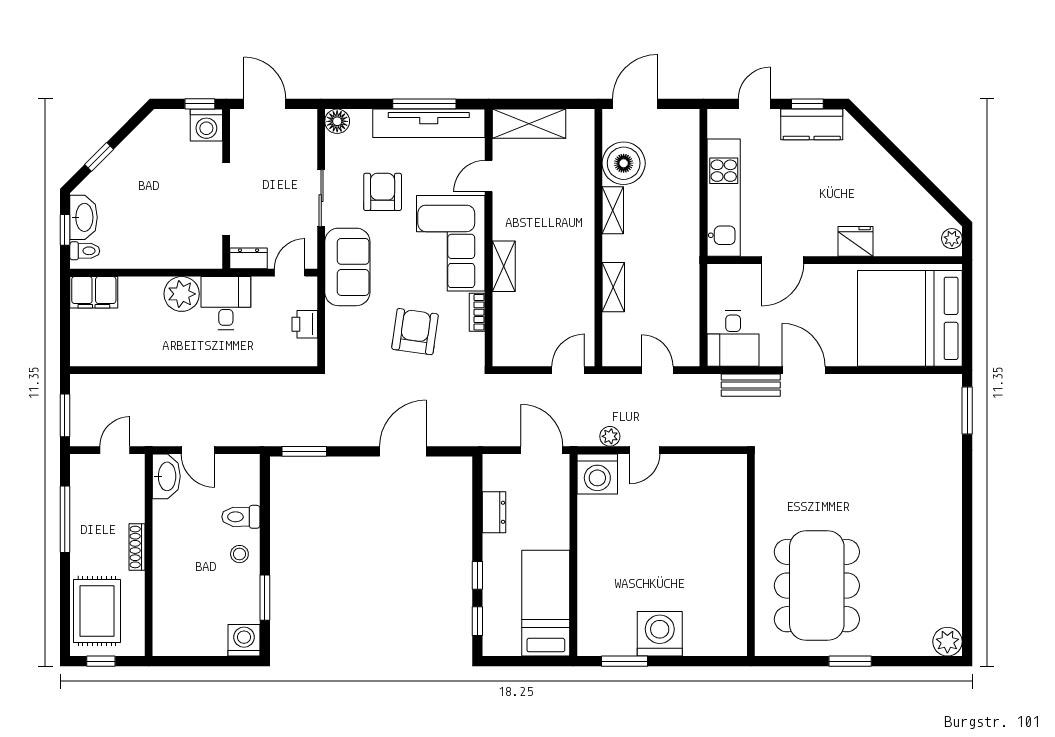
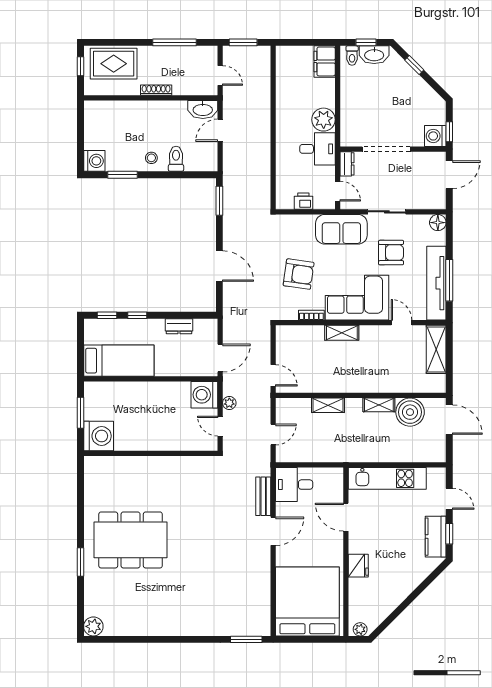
wall: (751, 555) -> (151, 453), moved

